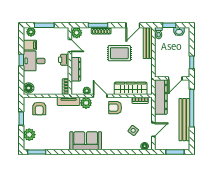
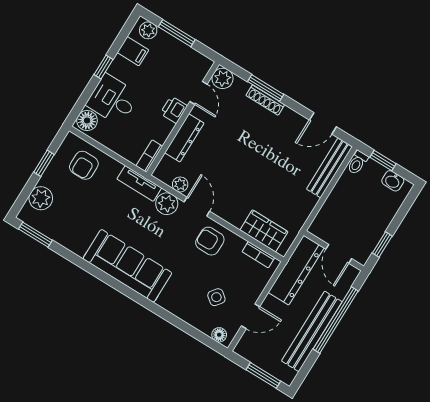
rug: (119, 53) -> (272, 156), removed
desk: (34, 61) -> (113, 100), moved
door: (175, 78) -> (339, 254), hinge flipped
wardrobe: (131, 88) -> (264, 231), width x0.67
sofa: (86, 141) -> (127, 266), width x1.36

